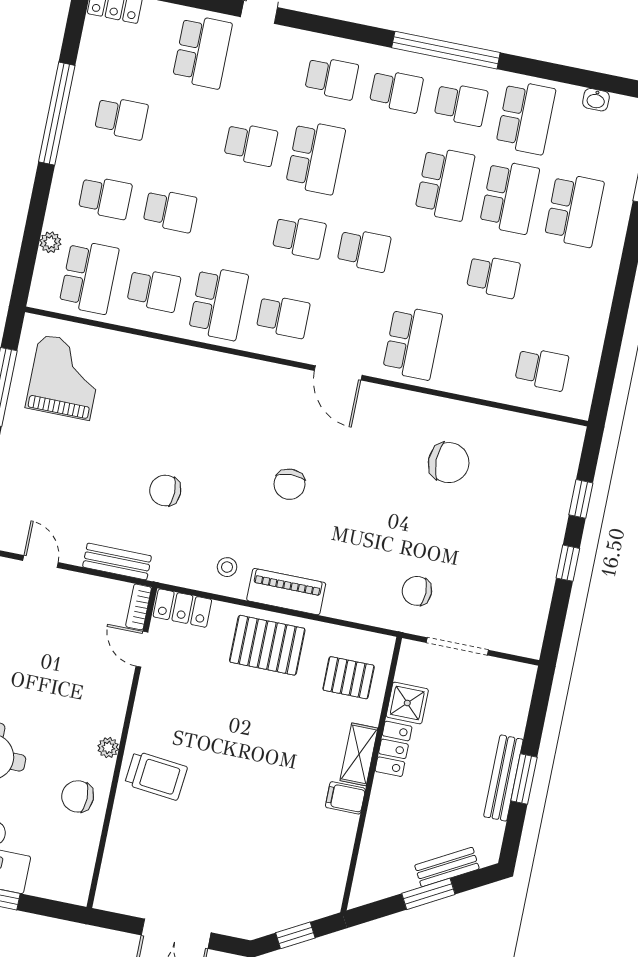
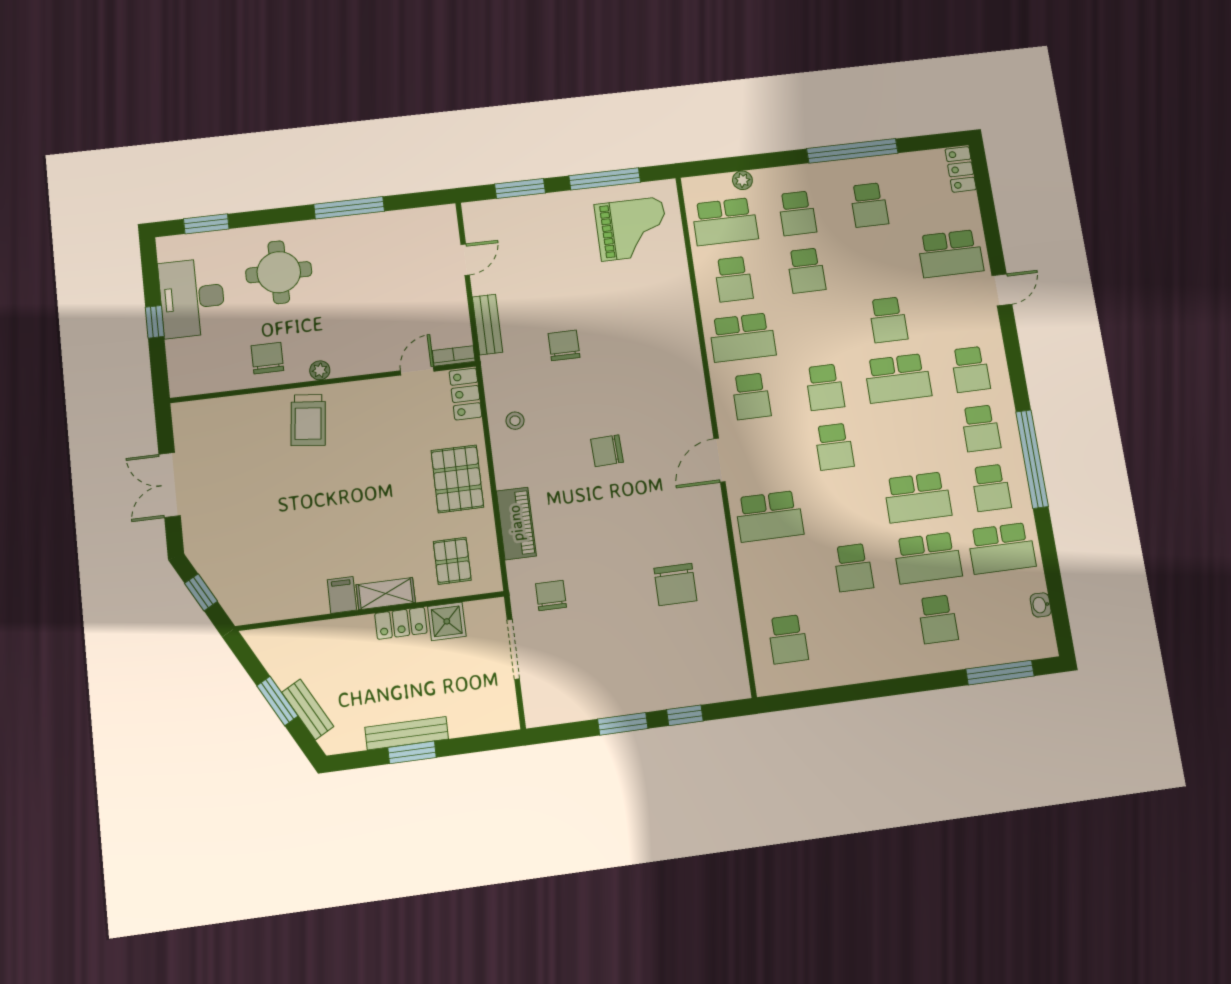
school desk: (574, 210) -> (938, 619), width x0.54
window: (568, 563) -> (623, 724), width x1.50
piano: (286, 592) -> (516, 523), moved

